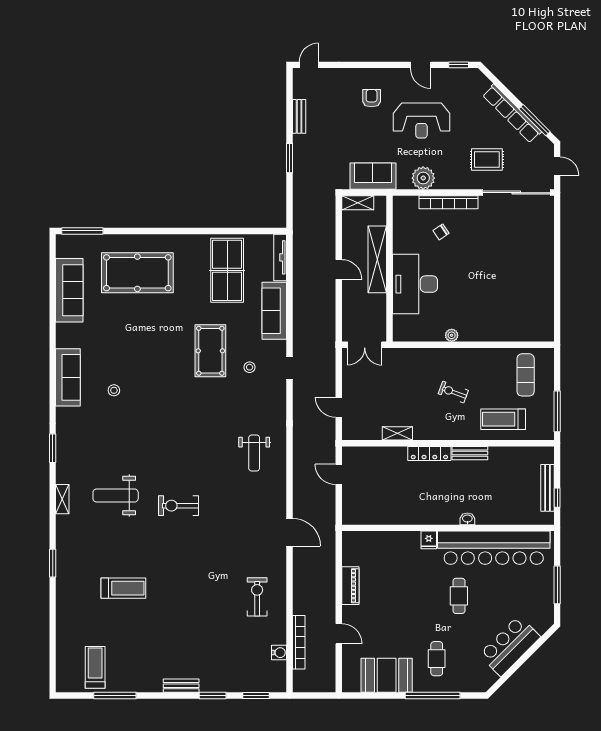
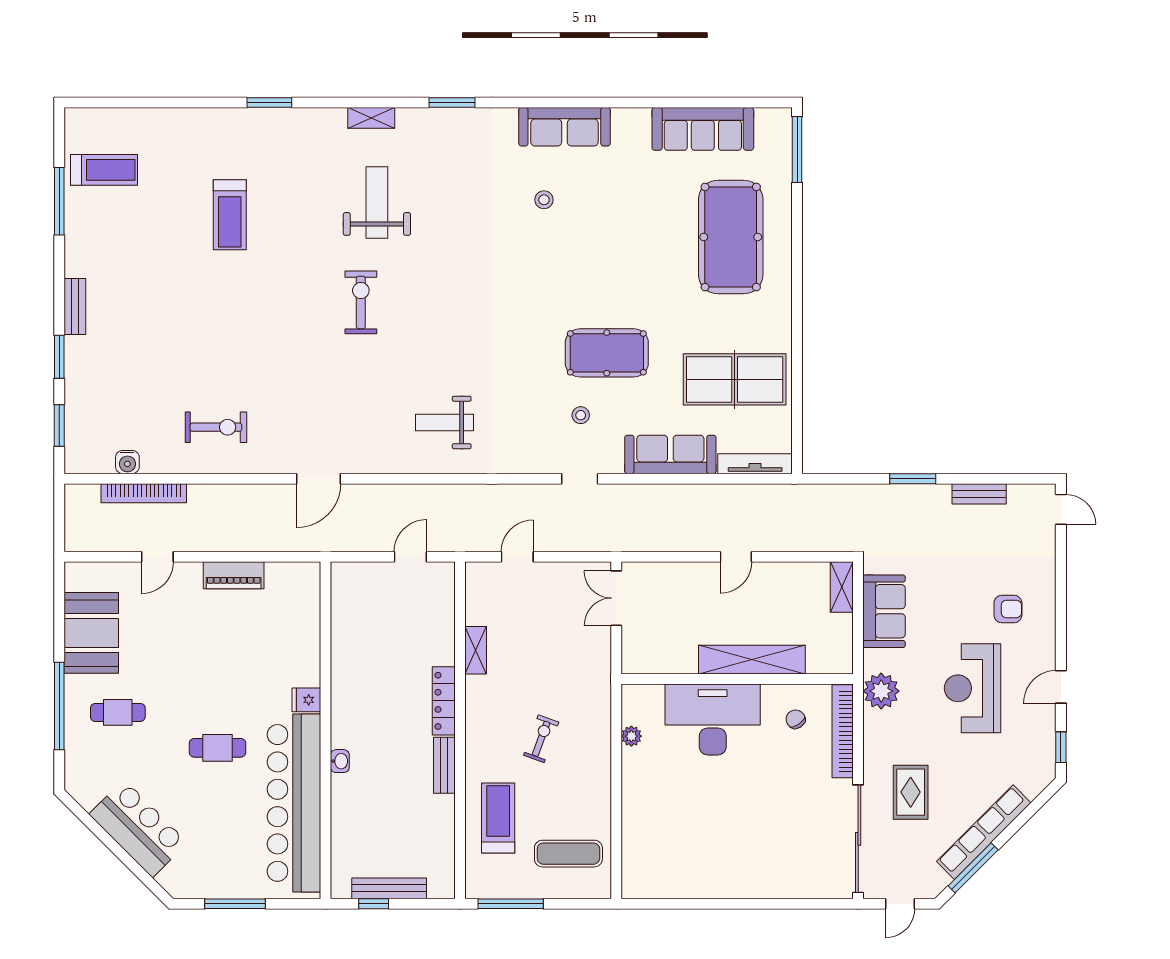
shelving: (377, 259) -> (752, 660), moved
wall: (389, 269) -> (737, 679), moved
desk: (415, 284) -> (713, 719), moved

